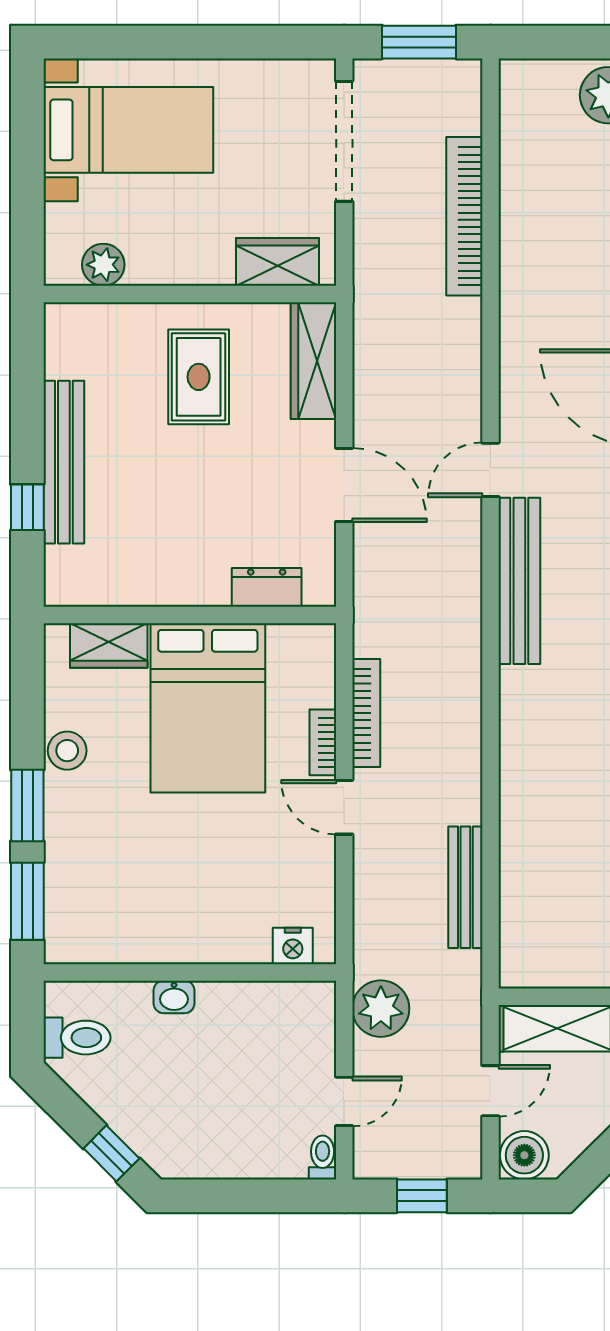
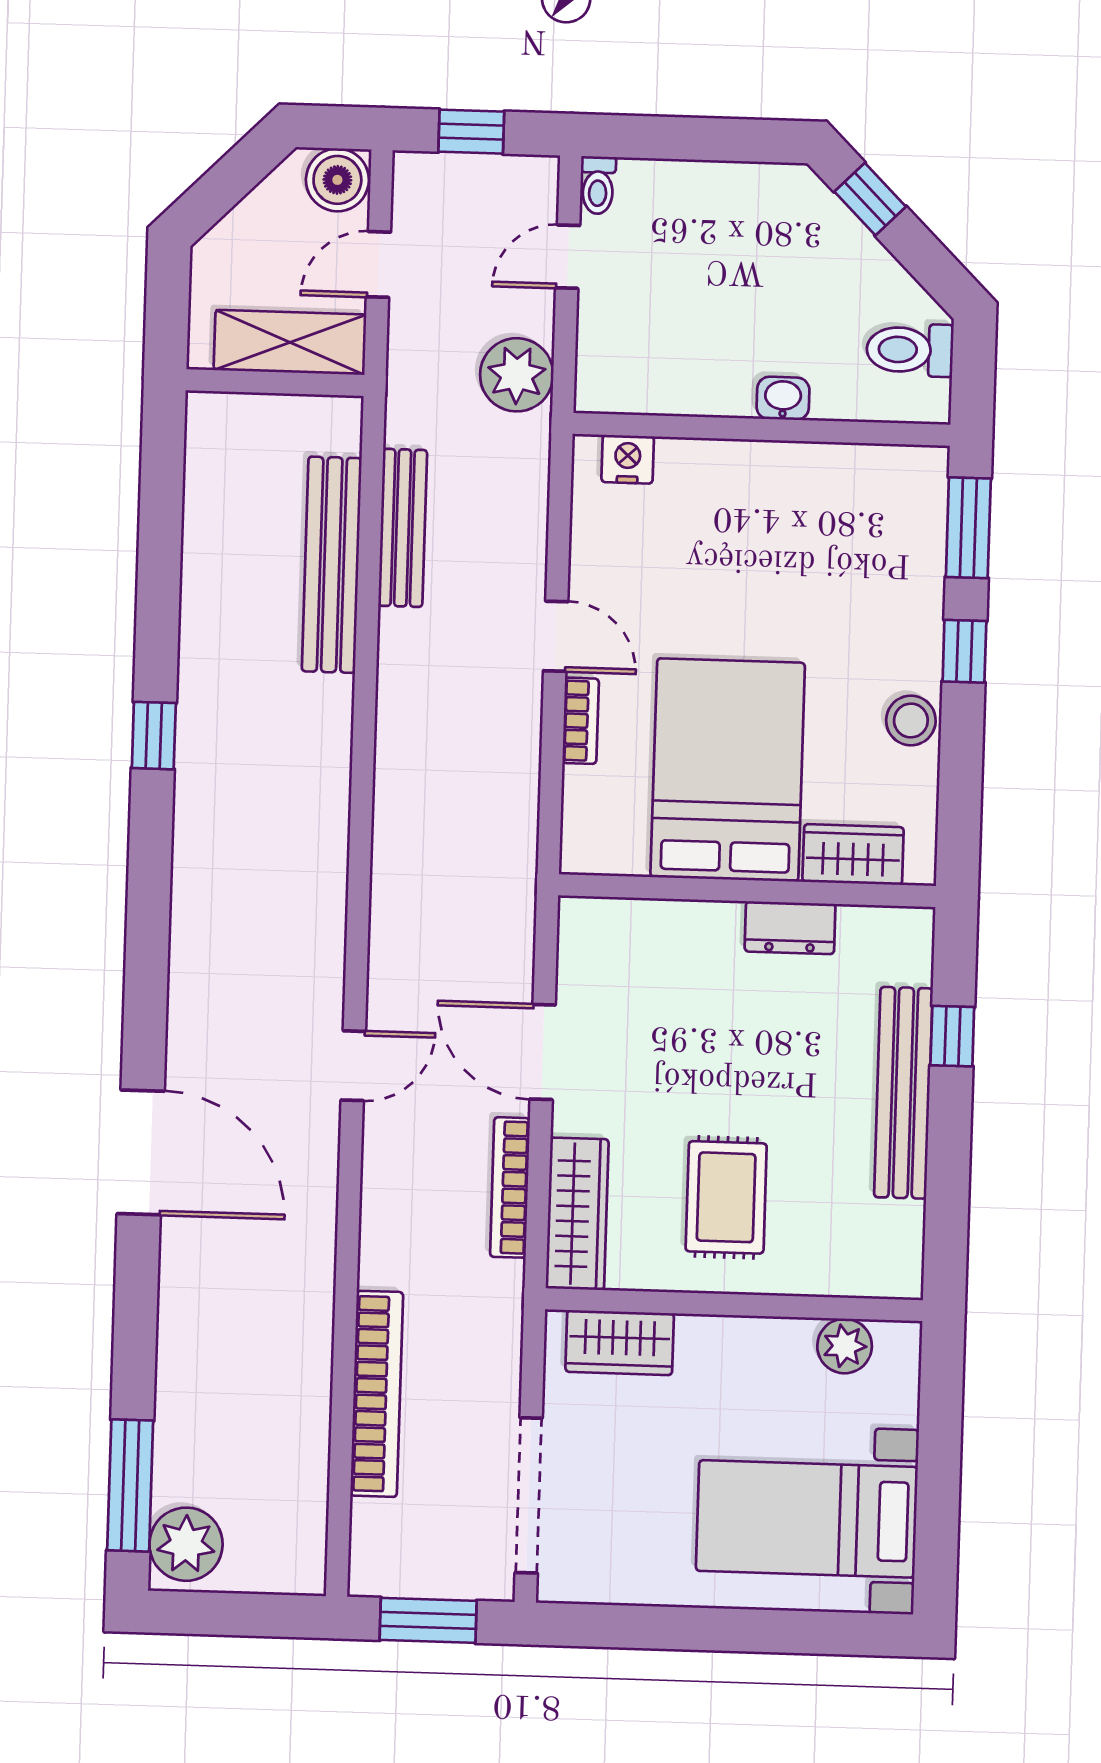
bench: (519, 581) -> (332, 565), moved
dresser: (267, 587) -> (790, 928), moved
bookcase: (366, 713) -> (510, 1187), moved
window: (27, 806) -> (964, 651), width x0.67

